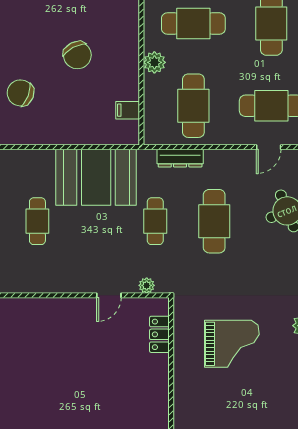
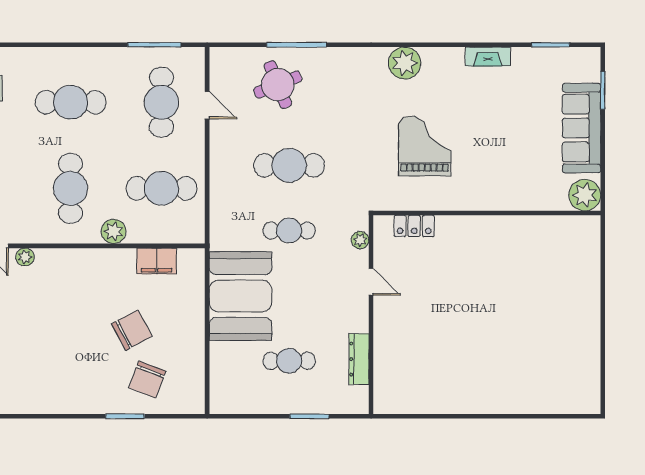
chair: (77, 55) -> (132, 330), moved
filing cabinet: (128, 110) -> (157, 261), width x2.00
dresser: (180, 158) -> (359, 359), moved, turned 180

